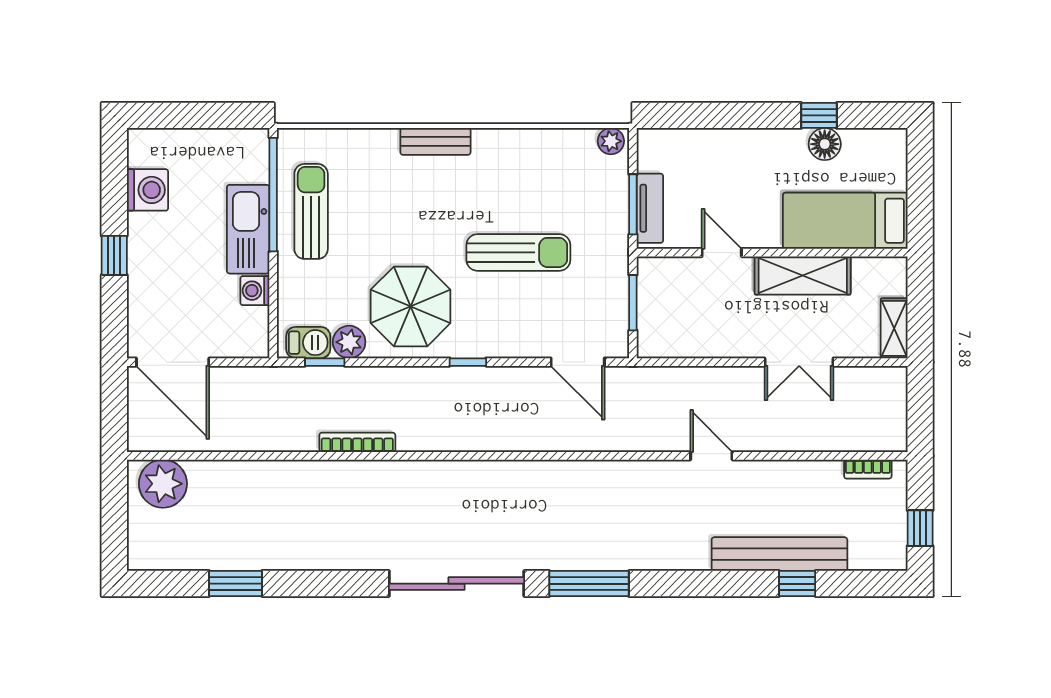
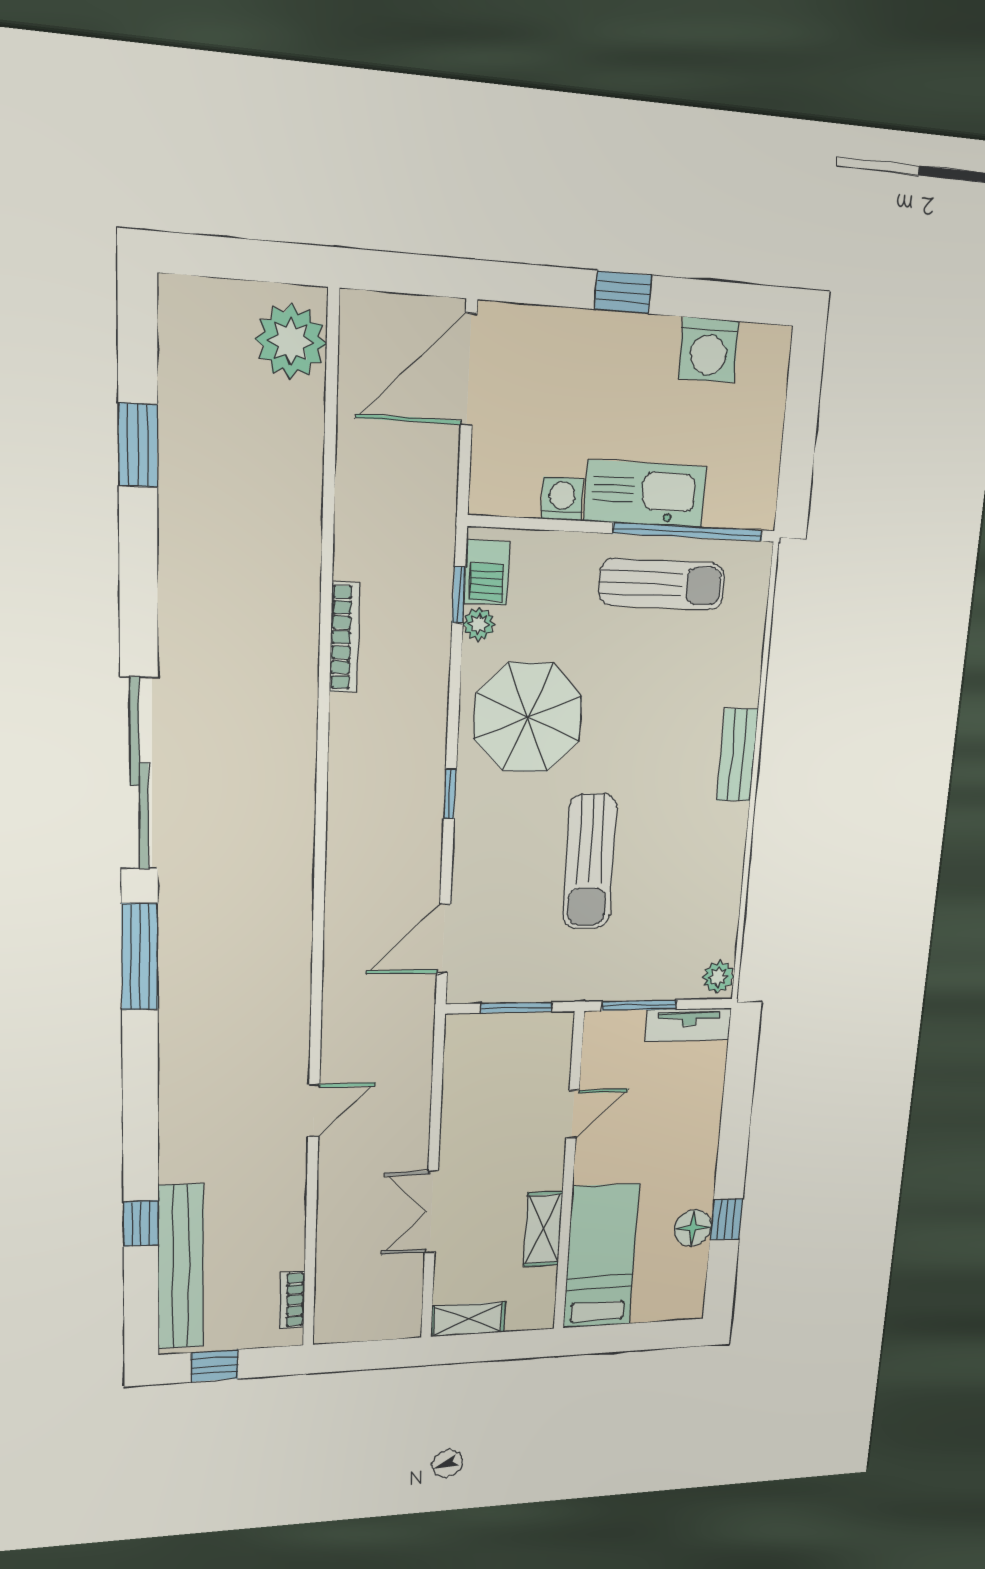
tv unit: (650, 208) -> (688, 1025), moved
shelving: (803, 275) -> (543, 1229), width x0.67, depth x0.75
plant: (349, 342) -> (479, 624), width x0.73, depth x0.73
bench: (779, 554) -> (181, 1267), moved

